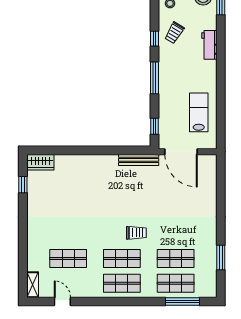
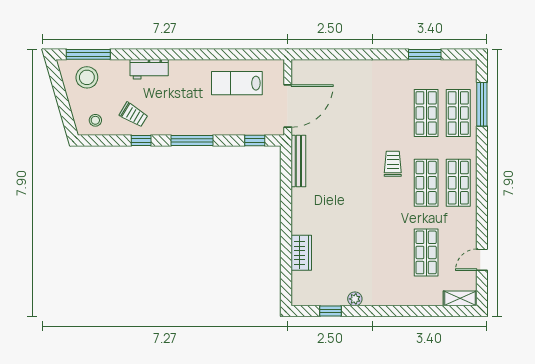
wardrobe: (40, 162) -> (301, 253), moved
plant: (32, 204) -> (355, 299), added

